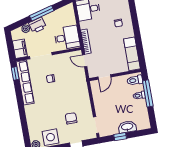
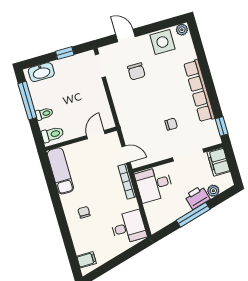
row of seats: (25, 83) -> (199, 91), moved
window: (148, 93) -> (27, 101), moved
washbasin: (127, 127) -> (41, 72), moved

